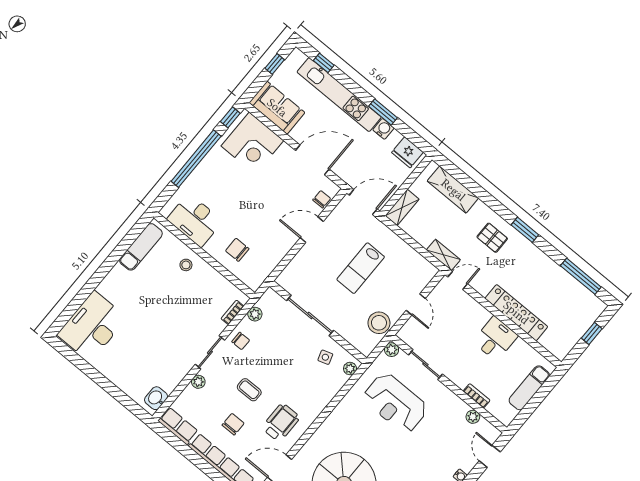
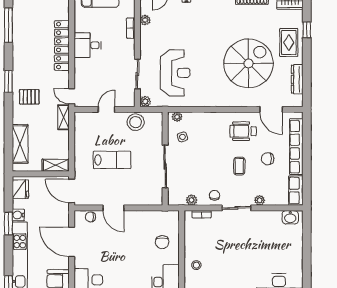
pallet: (492, 238) -> (29, 97), turned 90

